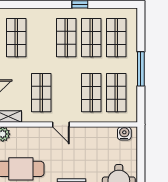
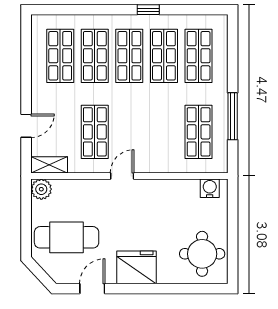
window: (141, 69) -> (233, 116), moved
shop shelf: (91, 93) -> (95, 56), moved
door: (61, 125) -> (122, 176), swing flipped

